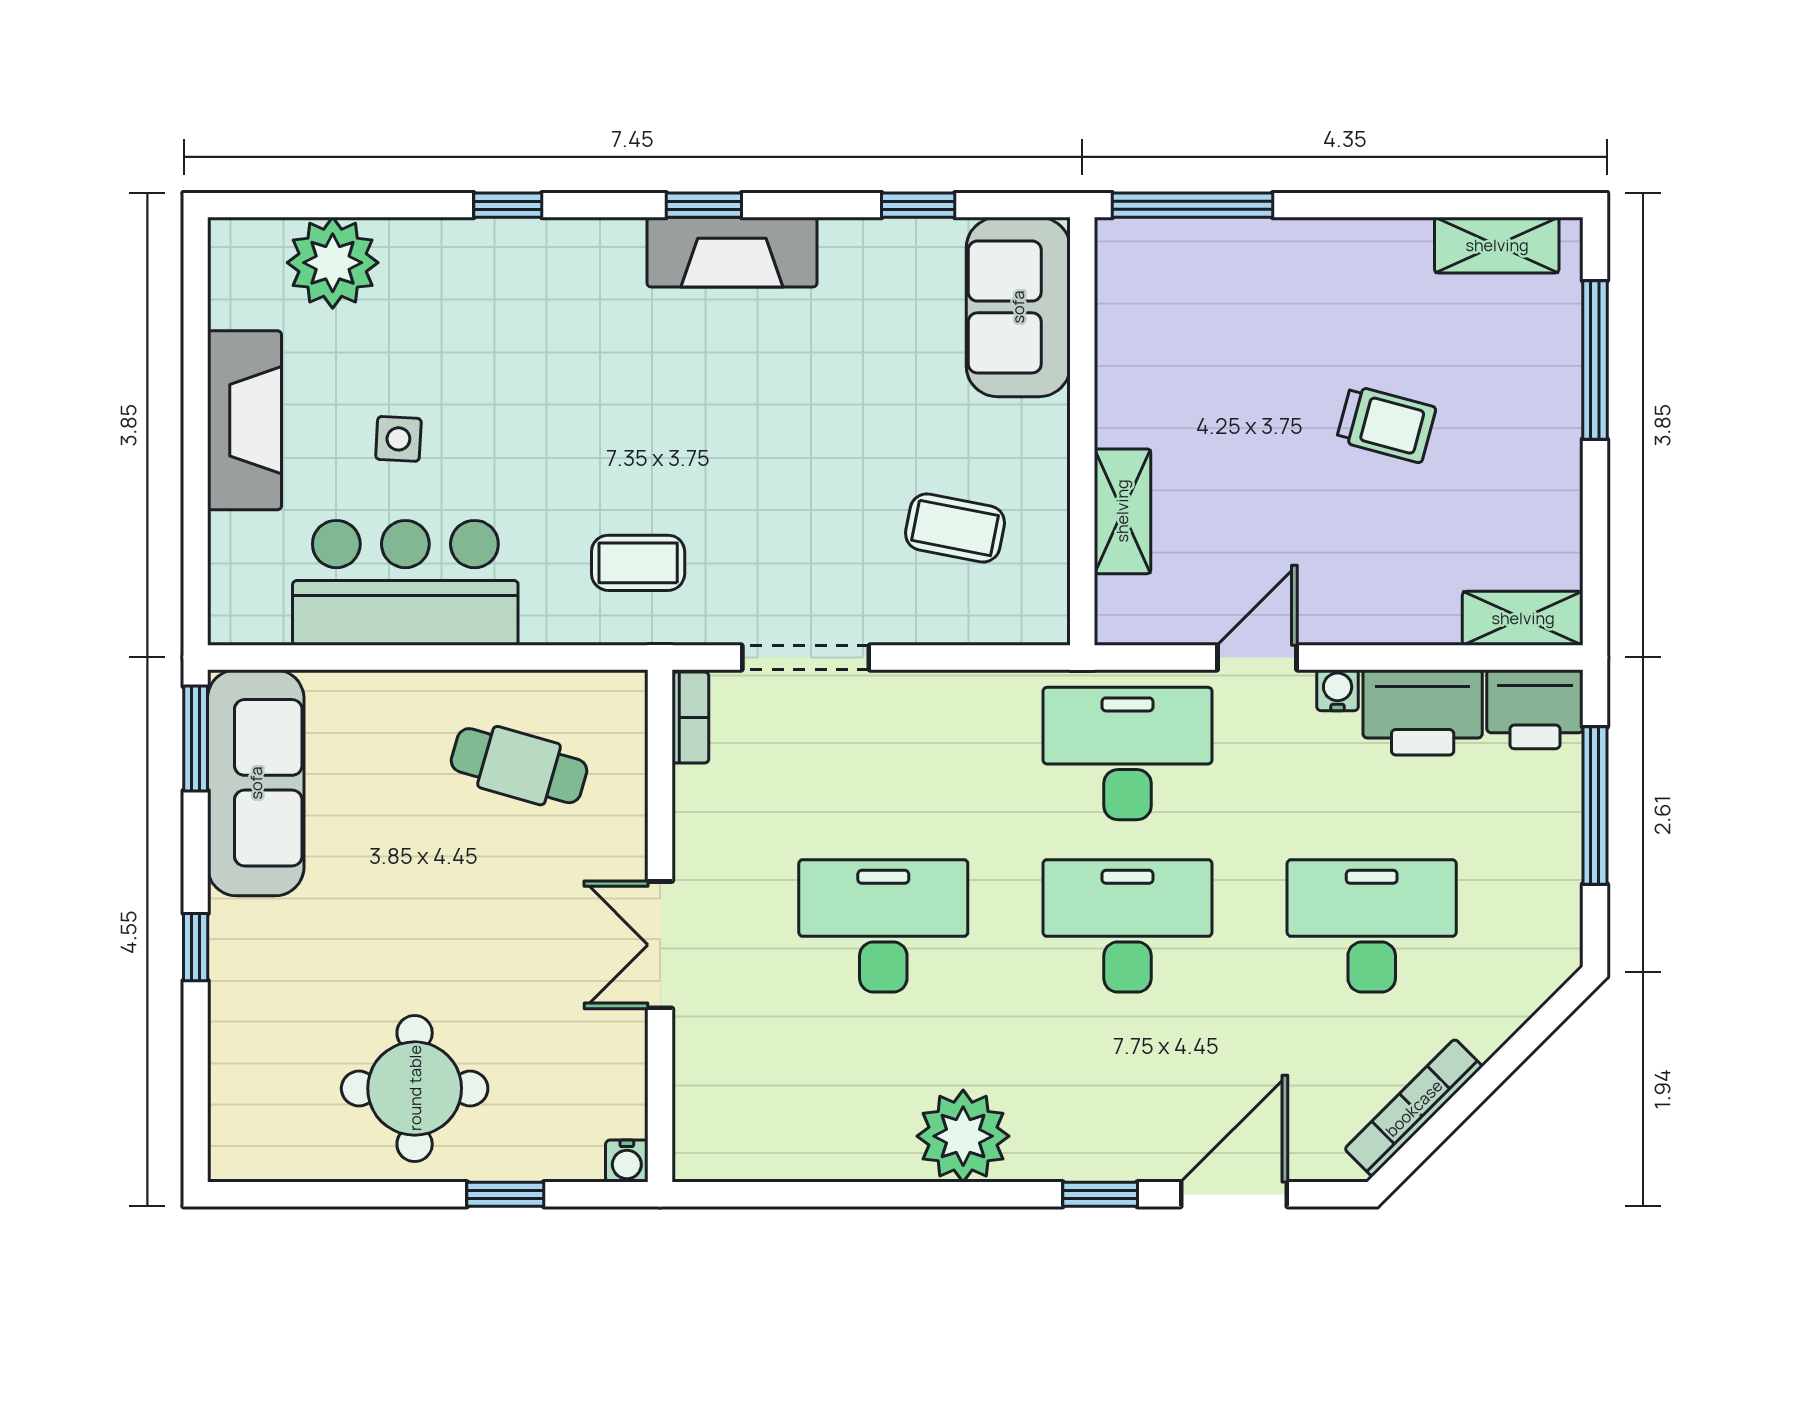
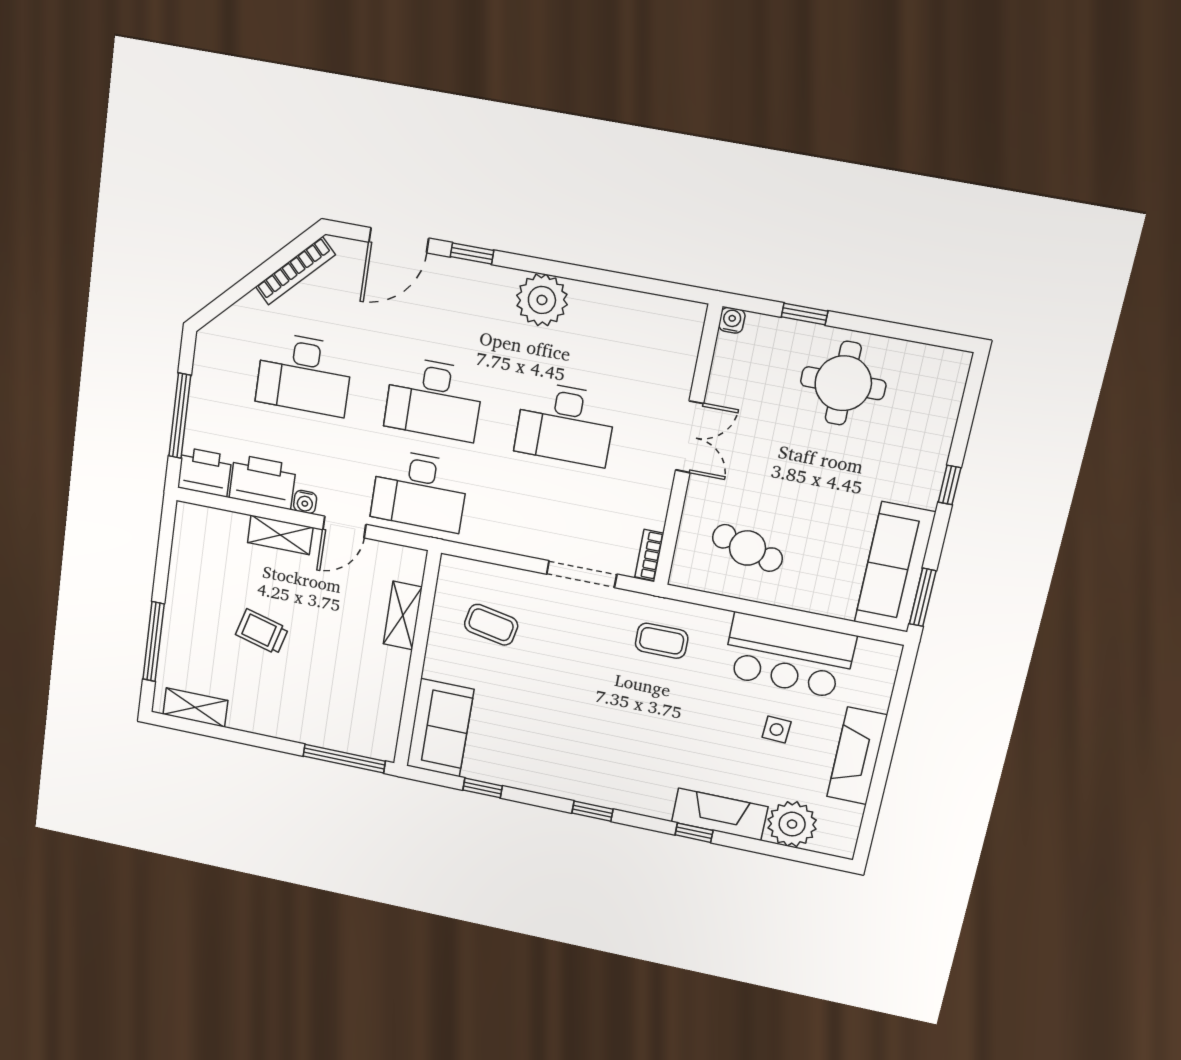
fireplace: (732, 252) -> (720, 814), moved
shelving: (1523, 618) -> (280, 535), moved

